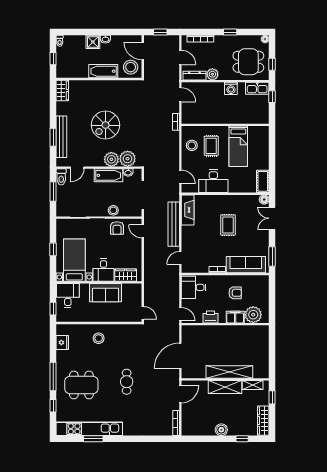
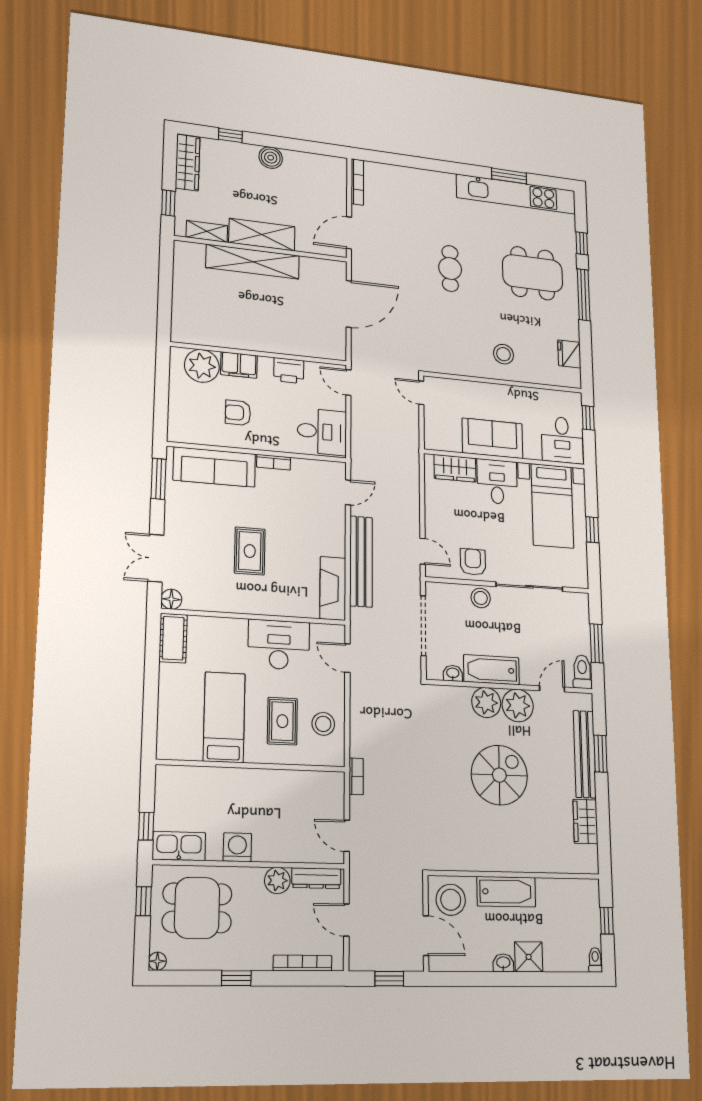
wardrobe: (62, 90) -> (585, 822), moved
plant: (128, 159) -> (518, 705), moved
double door: (272, 218) -> (156, 558), swing flipped

